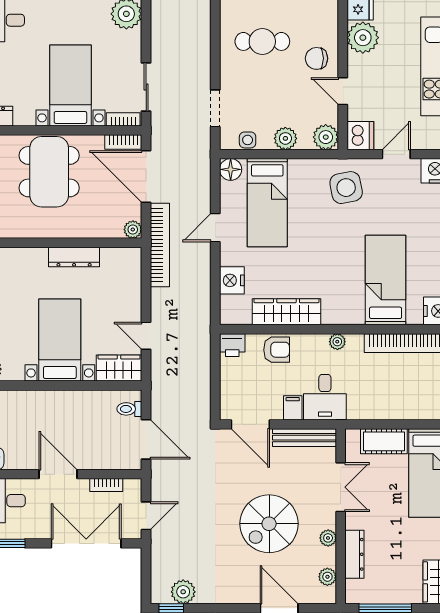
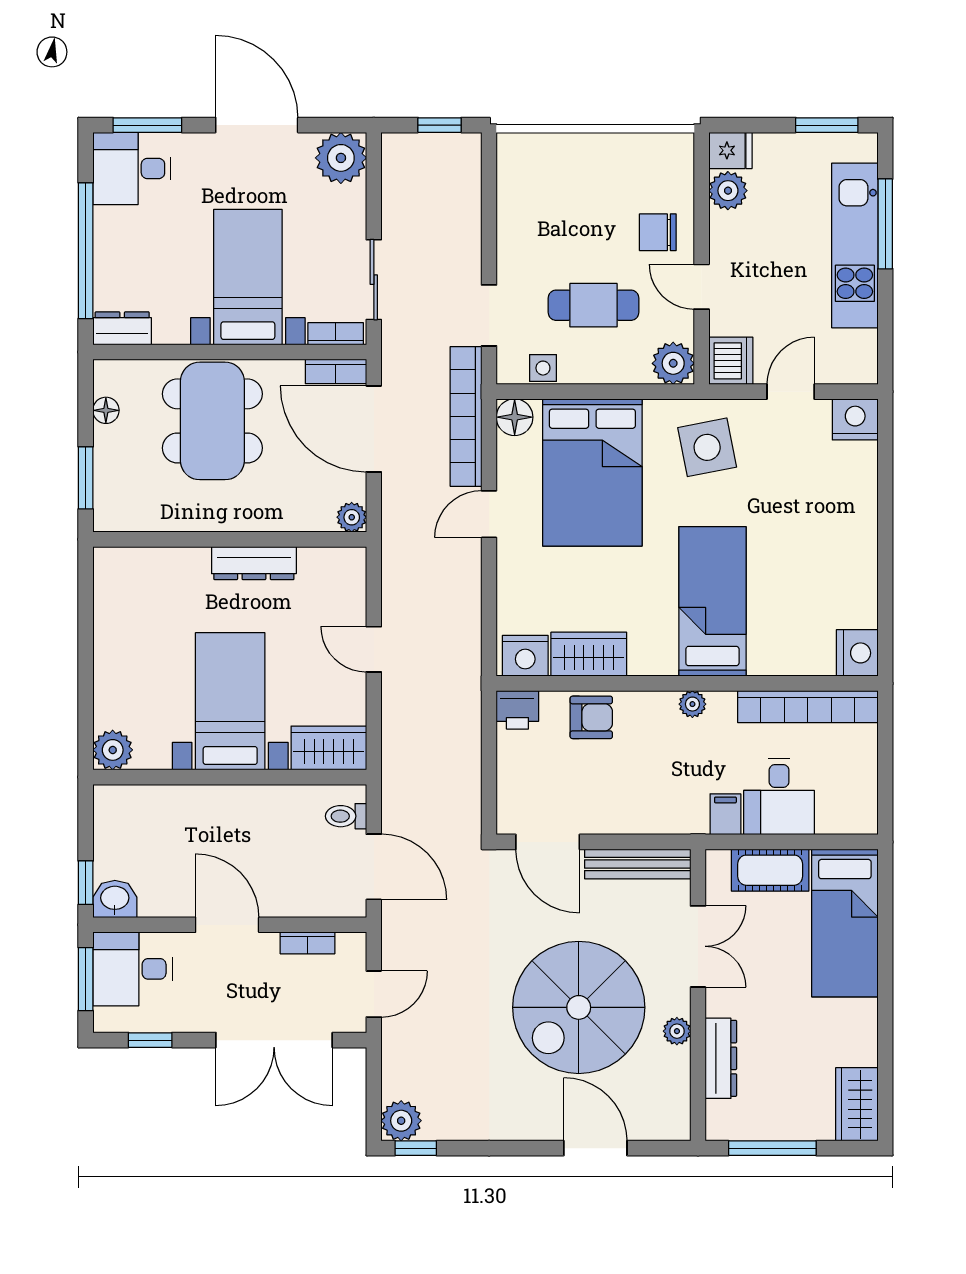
plant: (363, 38) -> (728, 191), width x0.73, depth x0.73
cafe table: (262, 41) -> (594, 305), moved
plant: (285, 138) -> (606, 365), removed
bed: (267, 203) -> (592, 472), width x1.50
bookcase: (160, 245) -> (466, 416), moved, turned 180
nightstand: (232, 280) -> (525, 656), moved, turned -90
bed: (386, 280) -> (712, 601), moved
wardrobe: (286, 312) -> (589, 654), width x0.67
door: (146, 336) -> (374, 649), moved
desk: (325, 397) -> (779, 797), moved
filing cabinet: (293, 408) -> (725, 814), moved
spiral stairs: (269, 524) -> (579, 1007), width x1.37, depth x1.37
double door: (86, 543) -> (274, 1040), swing flipped
plant: (327, 577) -> (676, 1096), removed
plant: (183, 592) -> (401, 1121), moved

